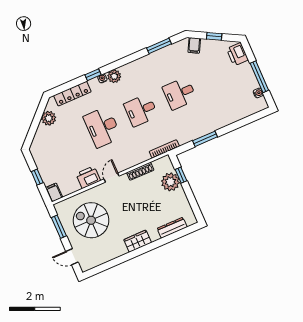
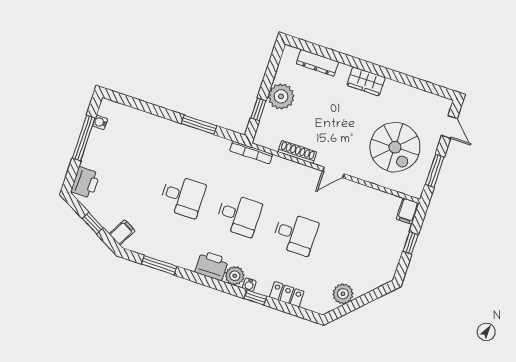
locker: (72, 94) -> (287, 294), width x0.66
desk: (102, 127) -> (295, 234), width x0.73
printer: (88, 177) -> (212, 266), moved, turned 180
plant: (170, 182) -> (281, 96), moved

